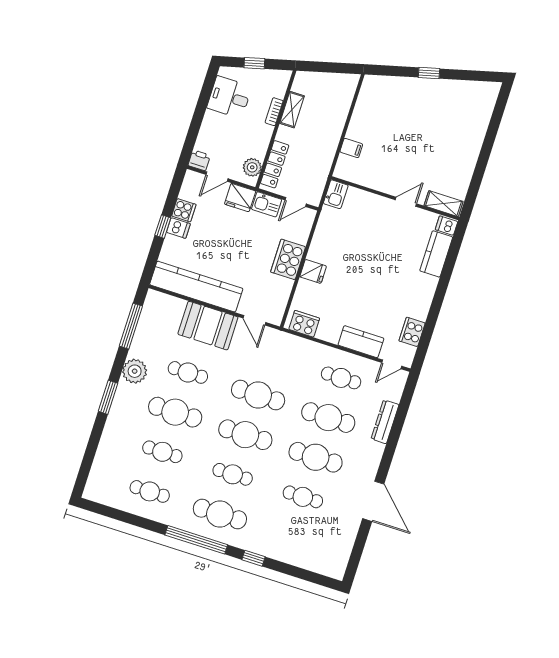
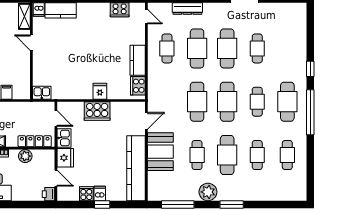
plant: (252, 167) -> (25, 156), moved
kitchen counter: (361, 342) -> (138, 60), moved

